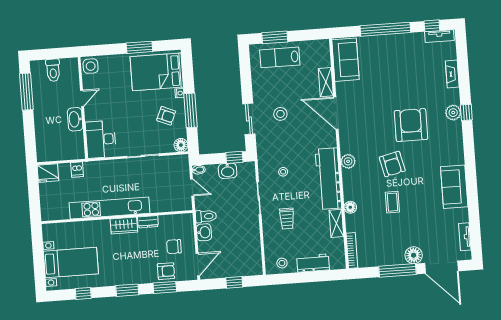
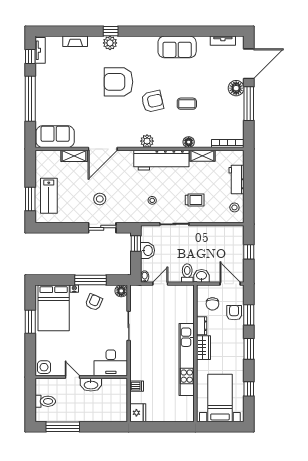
kitchen unit: (109, 208) -> (187, 359), moved
wall: (117, 217) -> (195, 353), moved
dresser: (148, 222) -> (202, 326), moved
wardrobe: (124, 226) -> (203, 348), moved

